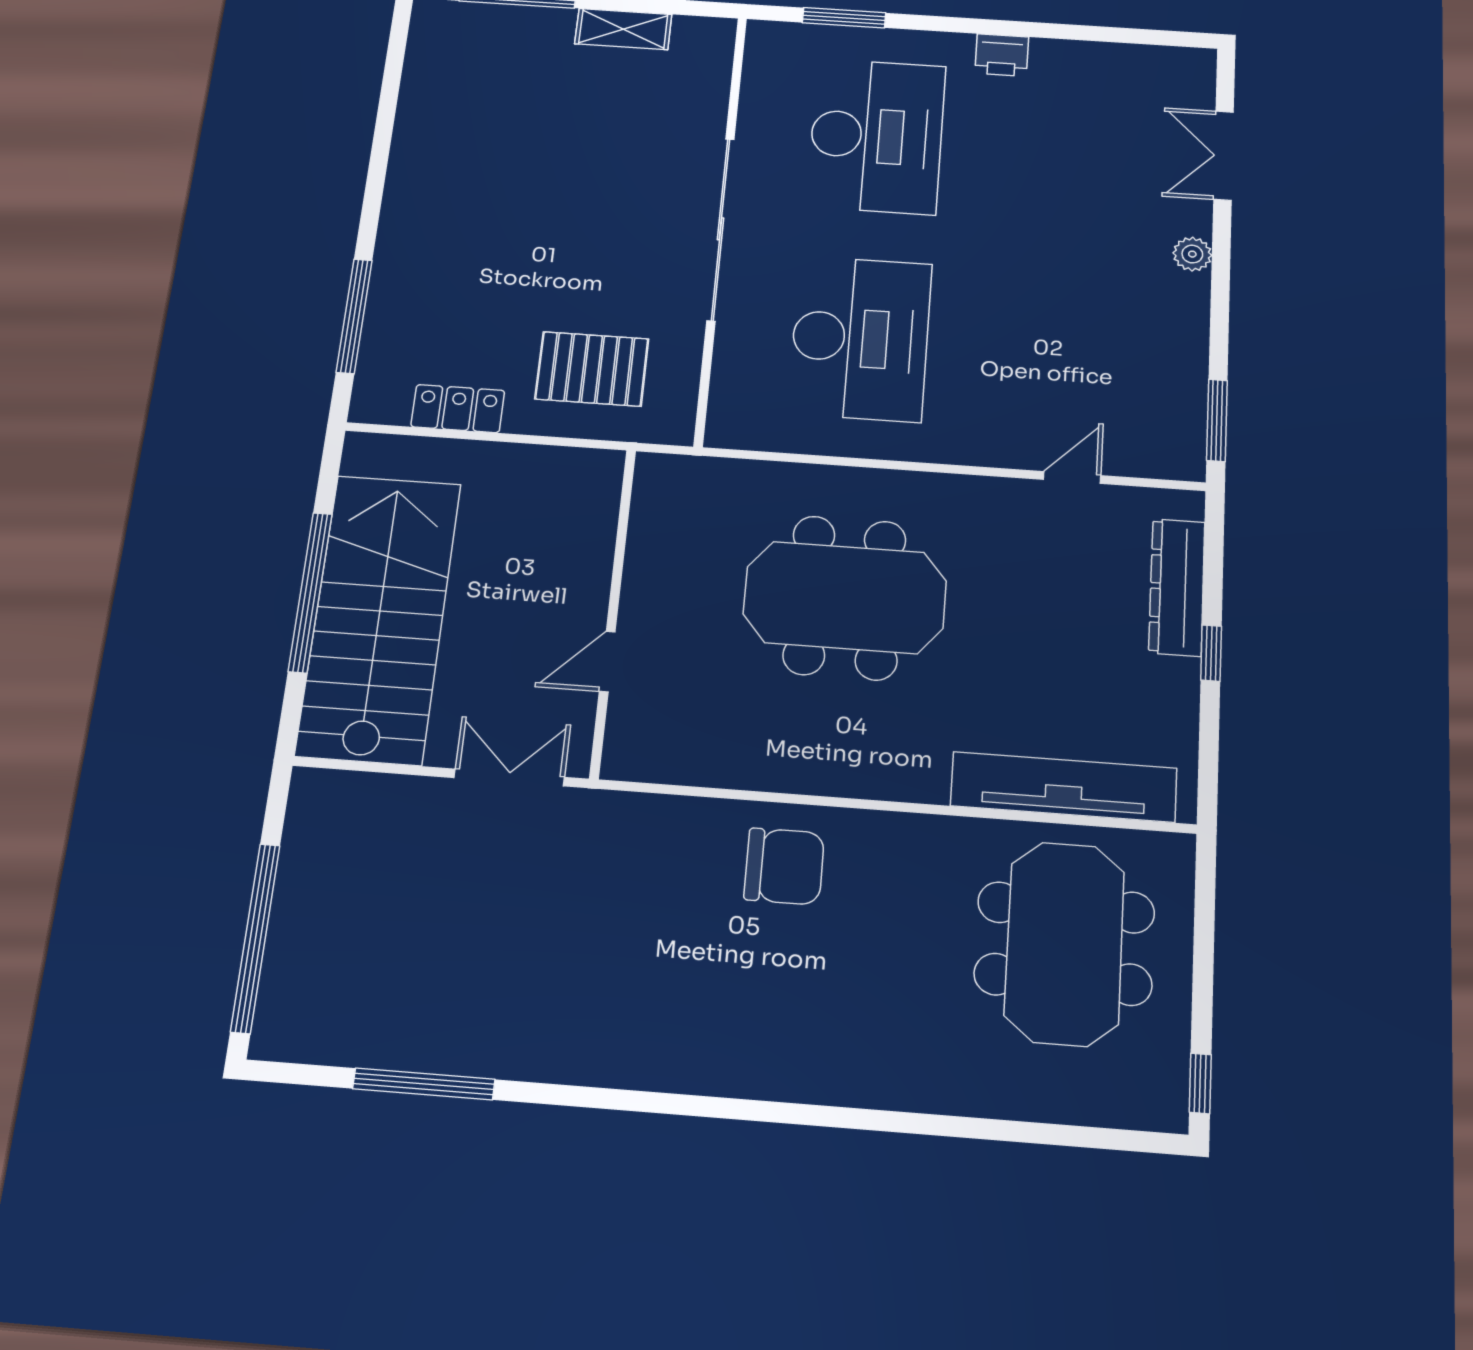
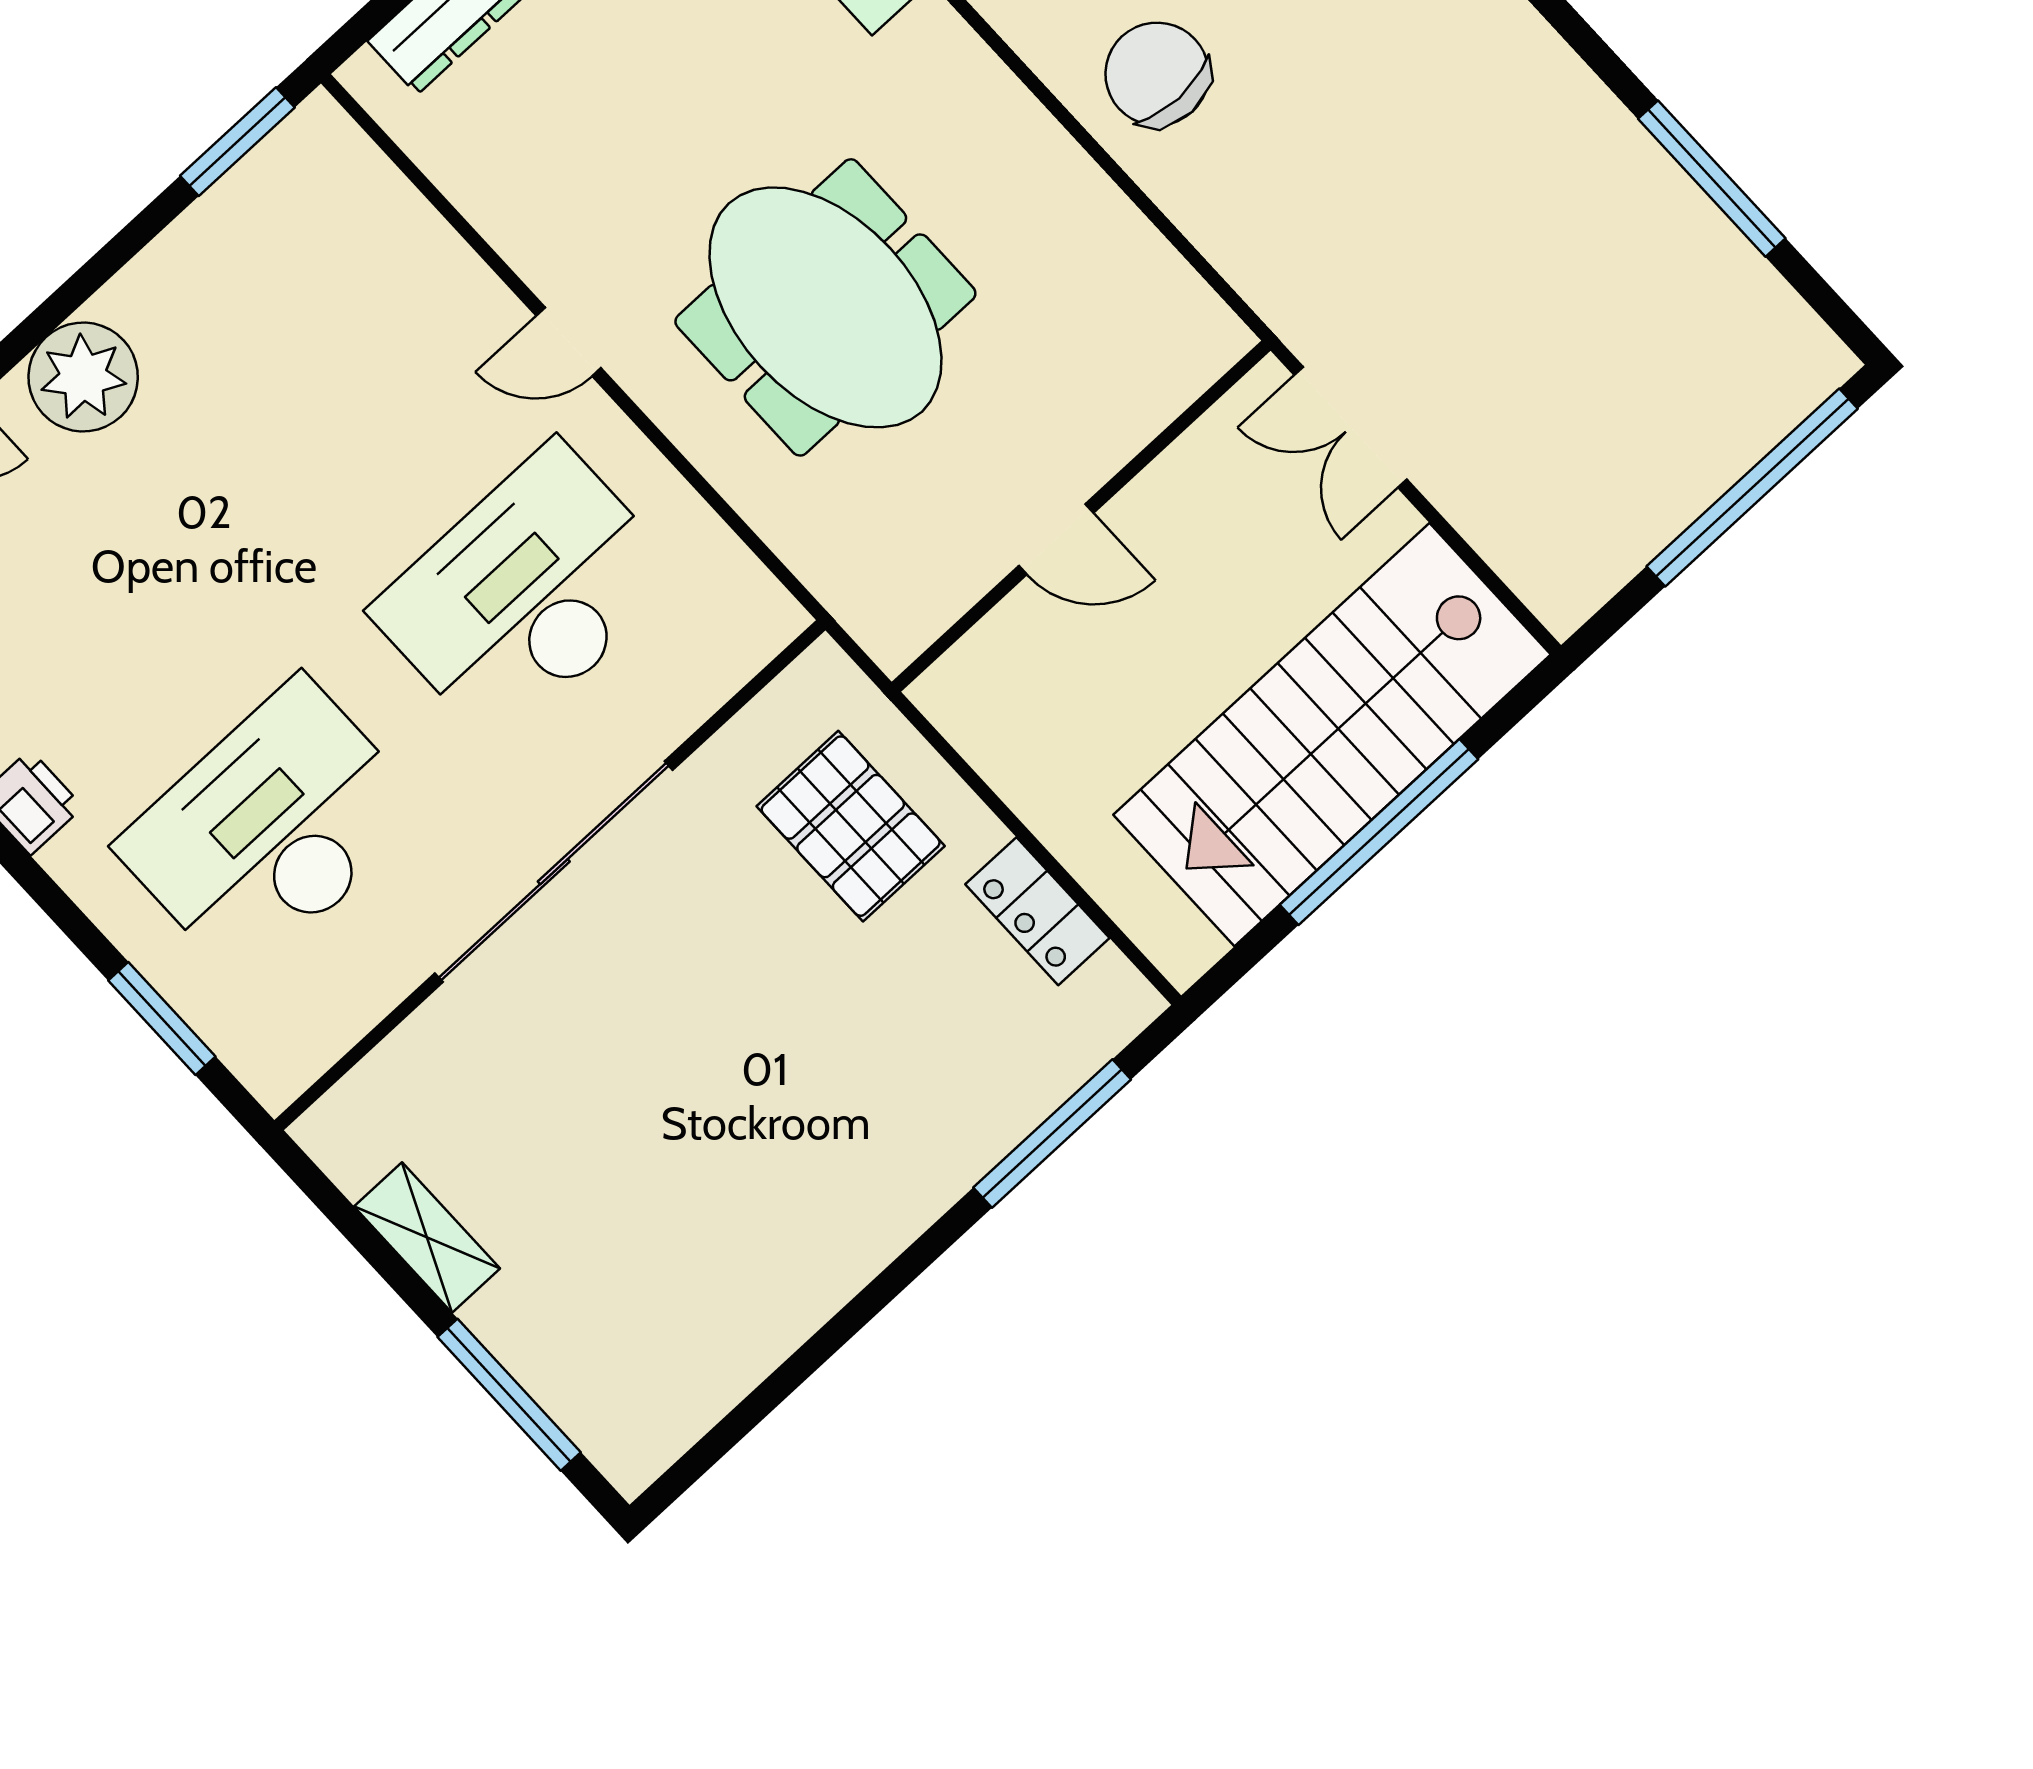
plant: (1192, 254) -> (83, 377), width x1.87, depth x1.87
door: (1072, 478) -> (569, 342), moved
door: (607, 662) -> (1056, 539), moved

